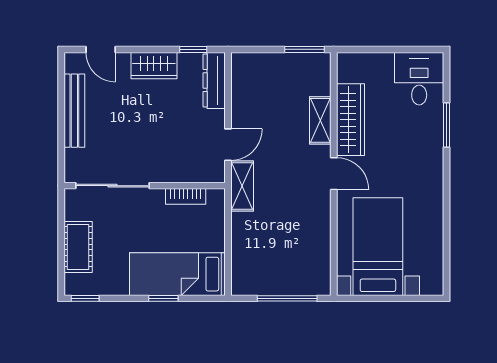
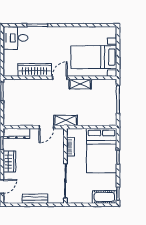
bench: (74, 111) -> (35, 199), width x0.73
shelving: (320, 120) -> (80, 84), moved
door: (228, 145) -> (46, 127), swing flipped
cot: (78, 247) -> (104, 197), moved
bed: (177, 274) -> (102, 151), width x1.50

